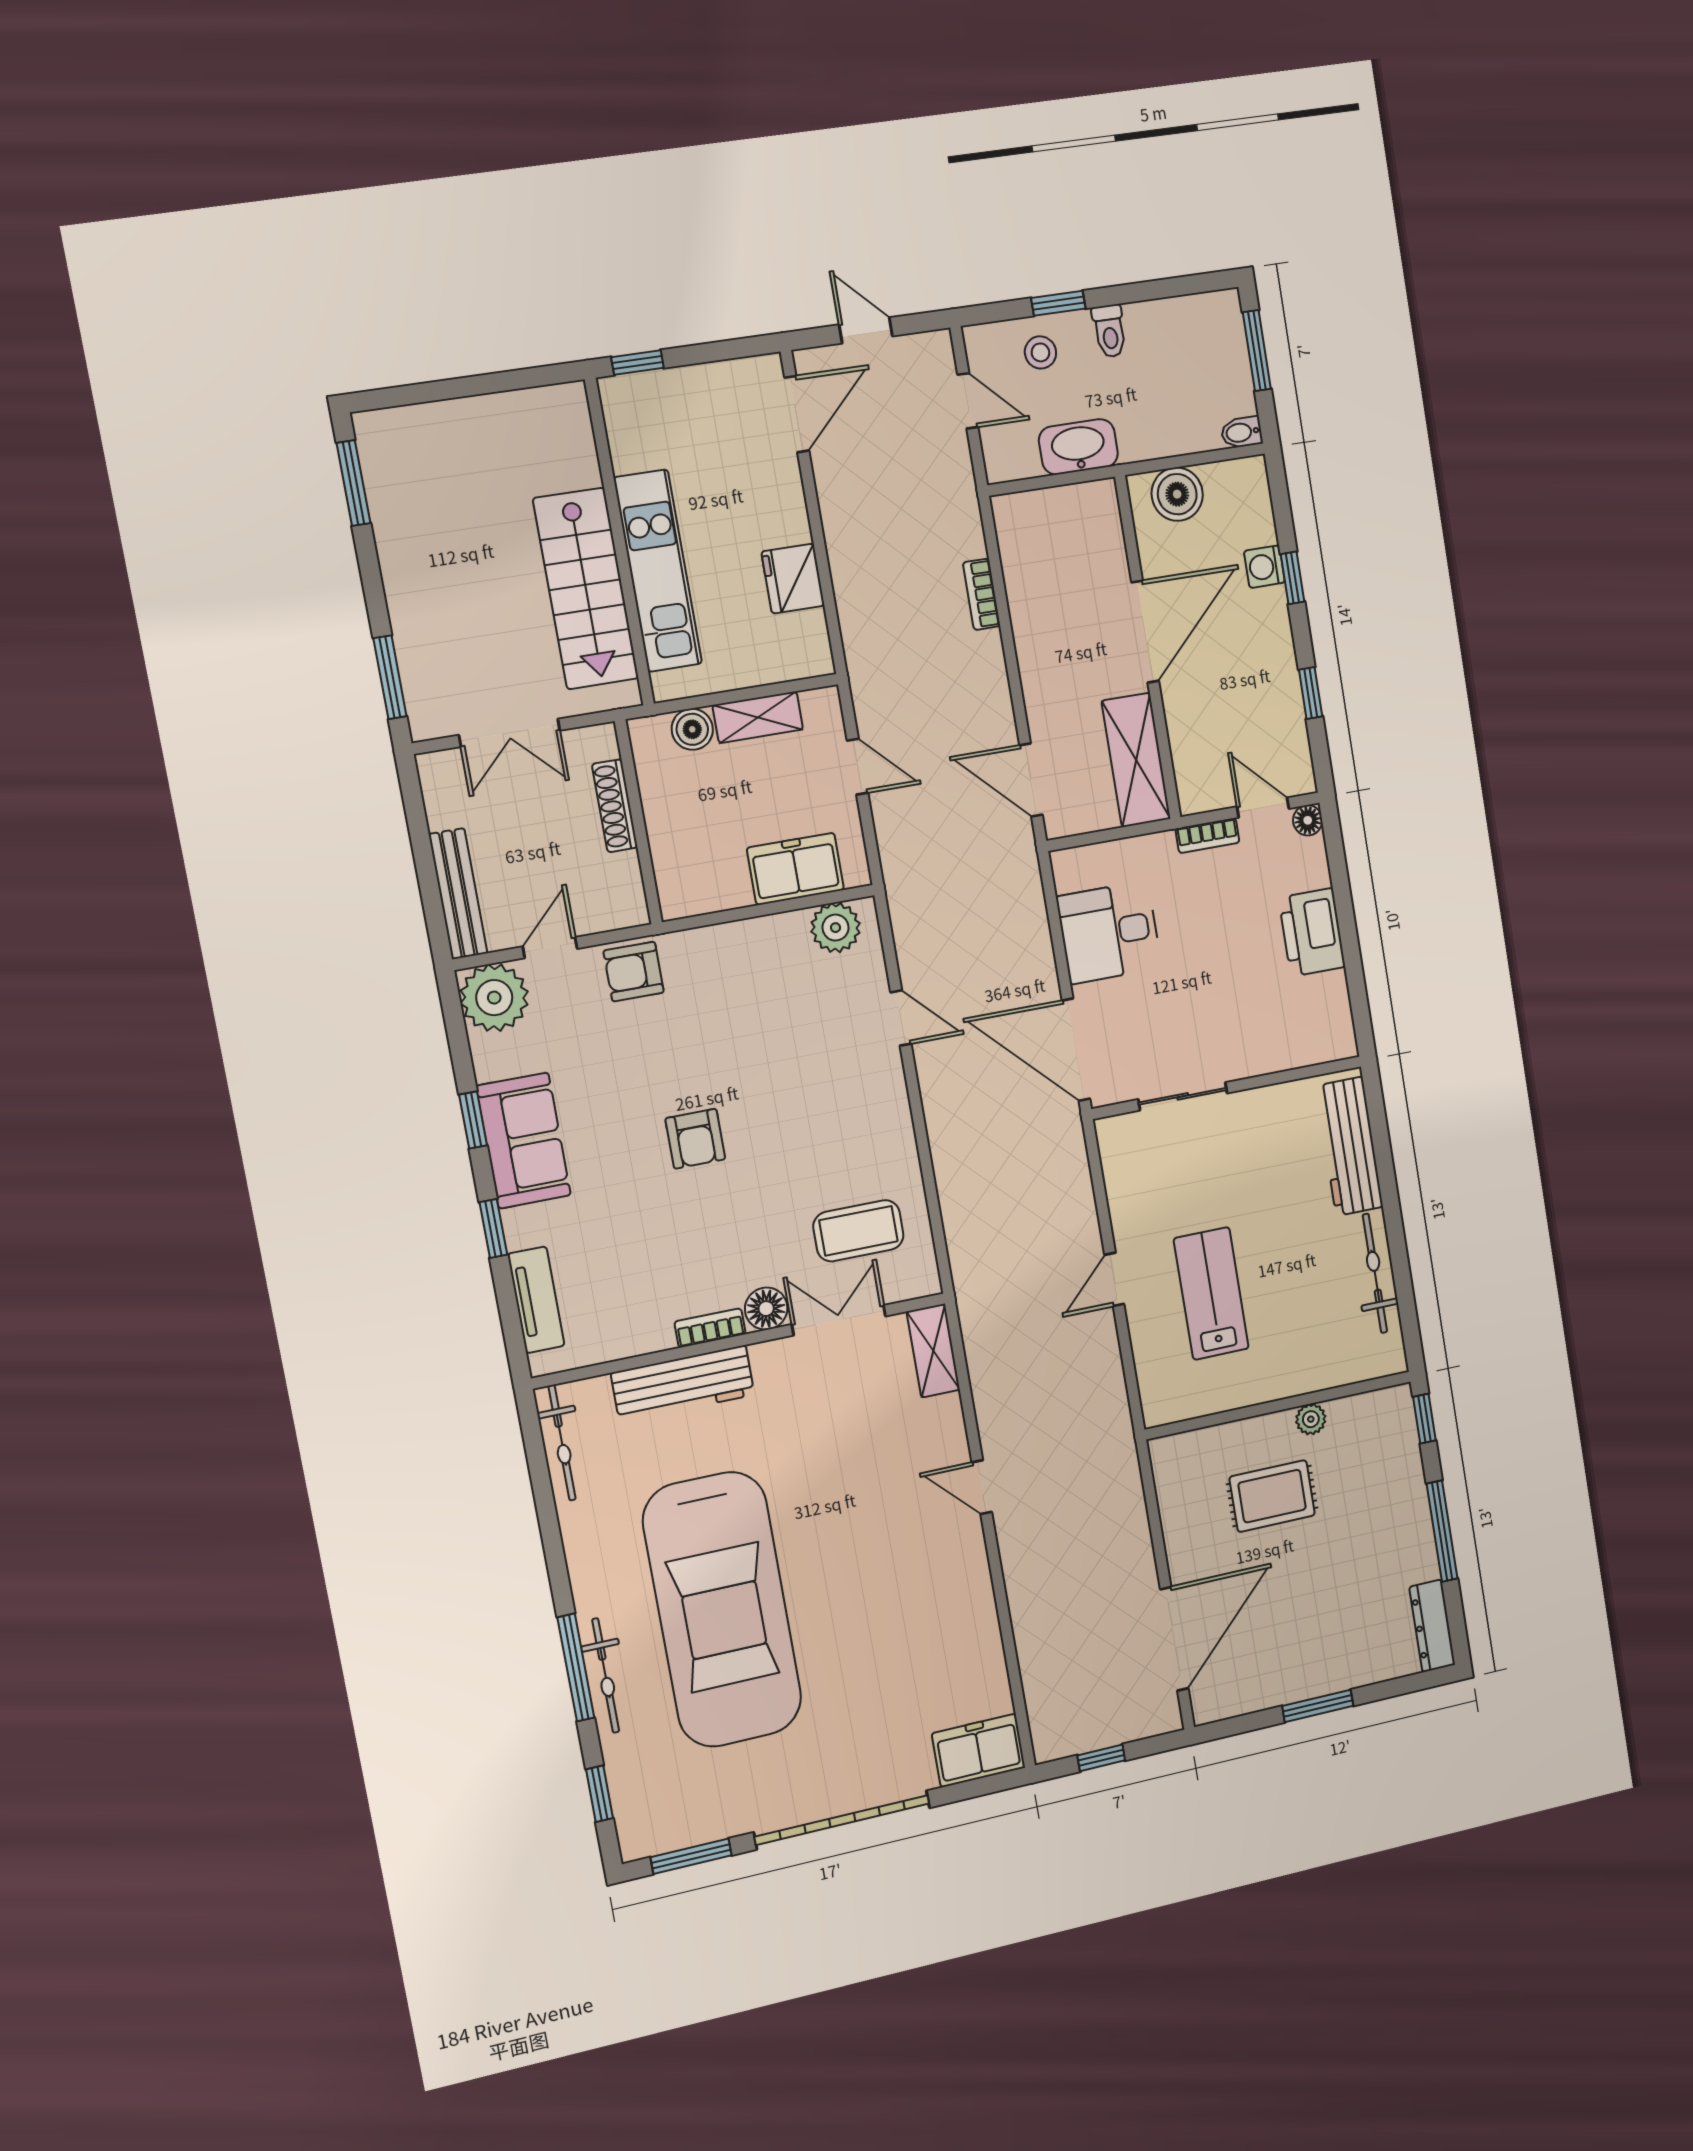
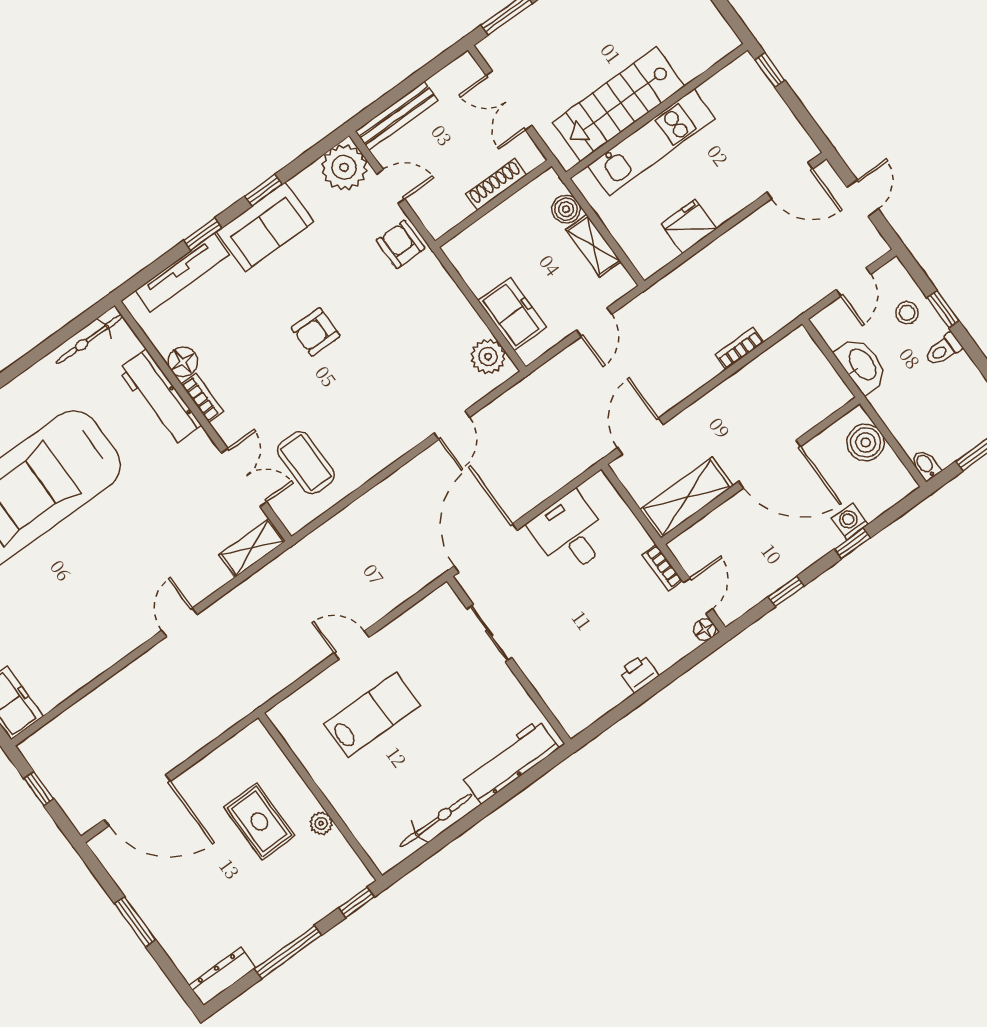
printer: (1312, 932) -> (639, 673), width x0.53, depth x0.68
tv unit: (536, 1300) -> (182, 273), width x1.41
floor lamp: (766, 1309) -> (183, 362), moved

